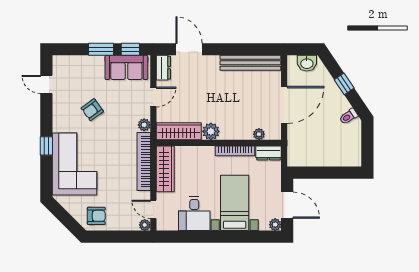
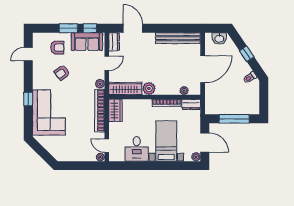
door: (46, 84) -> (28, 54), hinge flipped
wardrobe: (165, 169) -> (115, 110), width x0.67
window: (327, 173) -> (234, 119), added
armchair: (96, 216) -> (57, 48), moved

